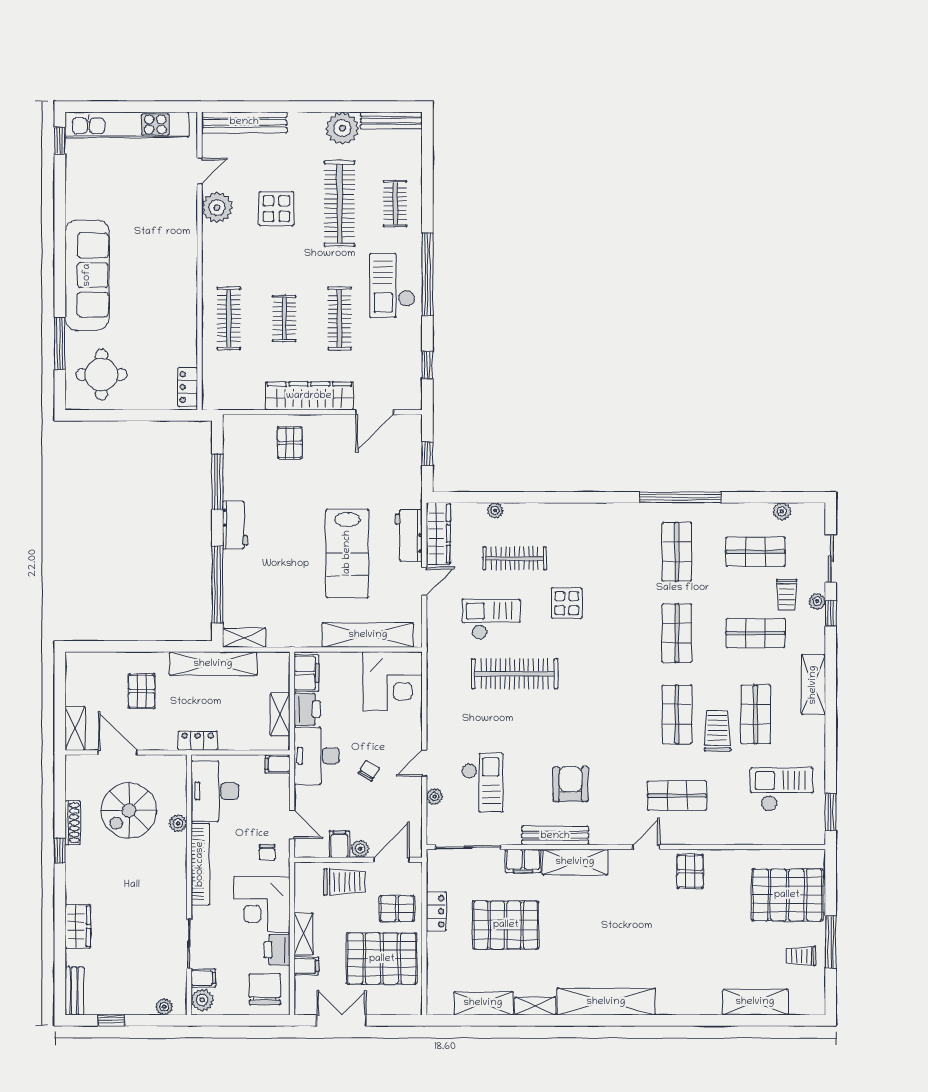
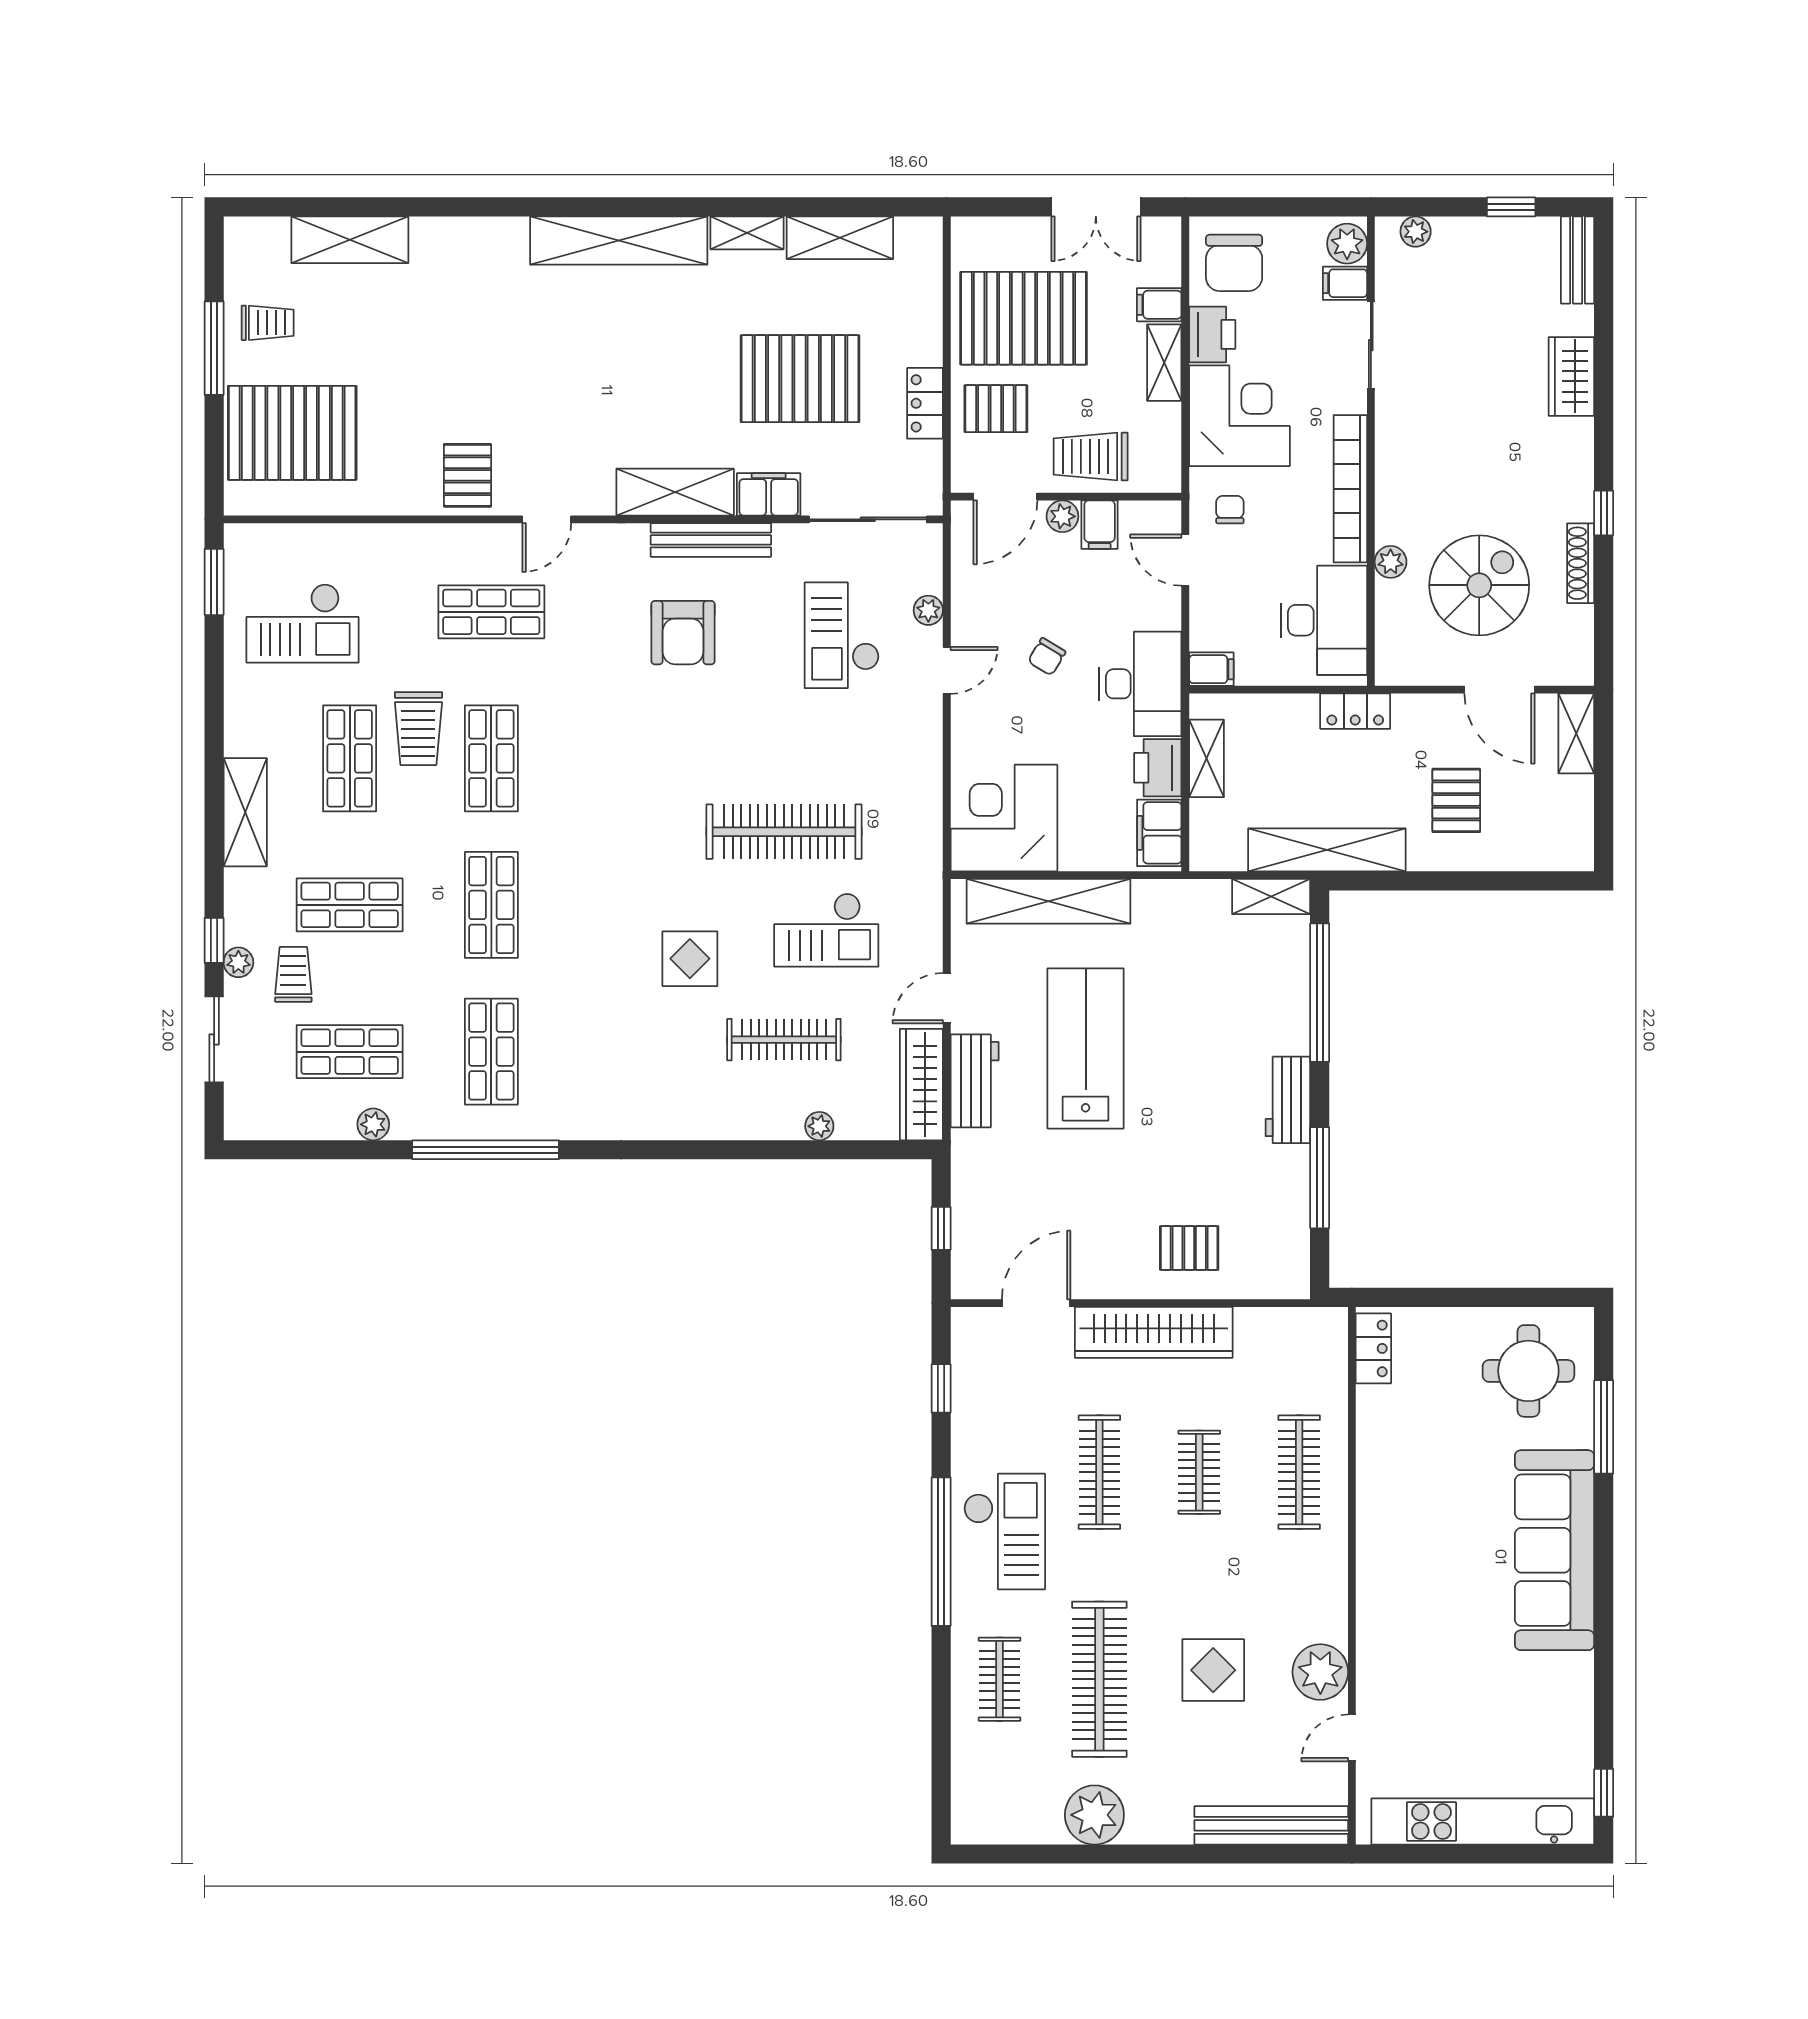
bench: (391, 120) -> (1006, 1829), removed
pallet: (290, 443) -> (1189, 1248), turned 90
plant: (782, 511) -> (373, 1124), moved

